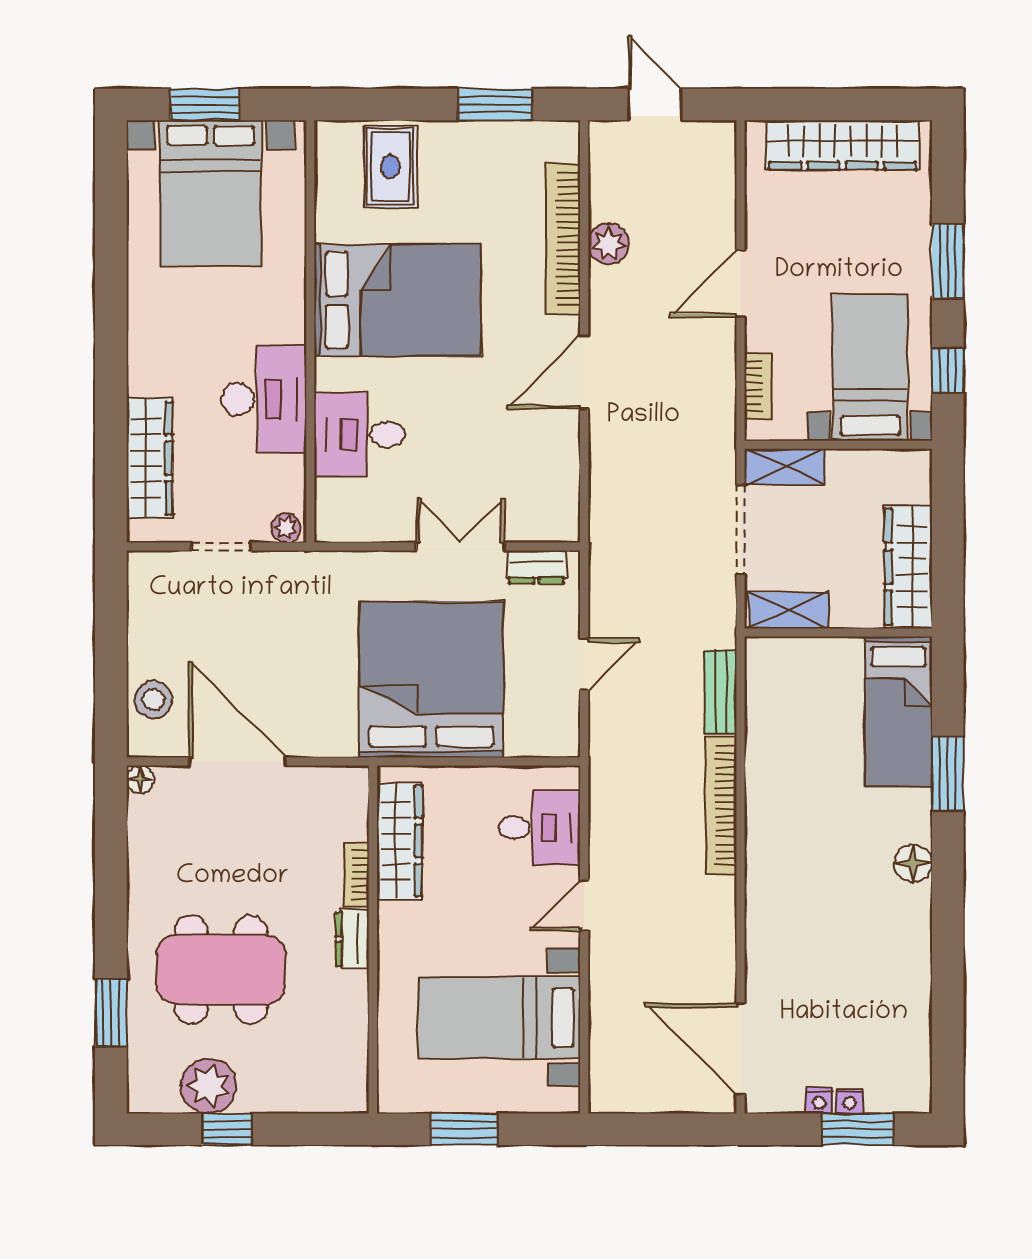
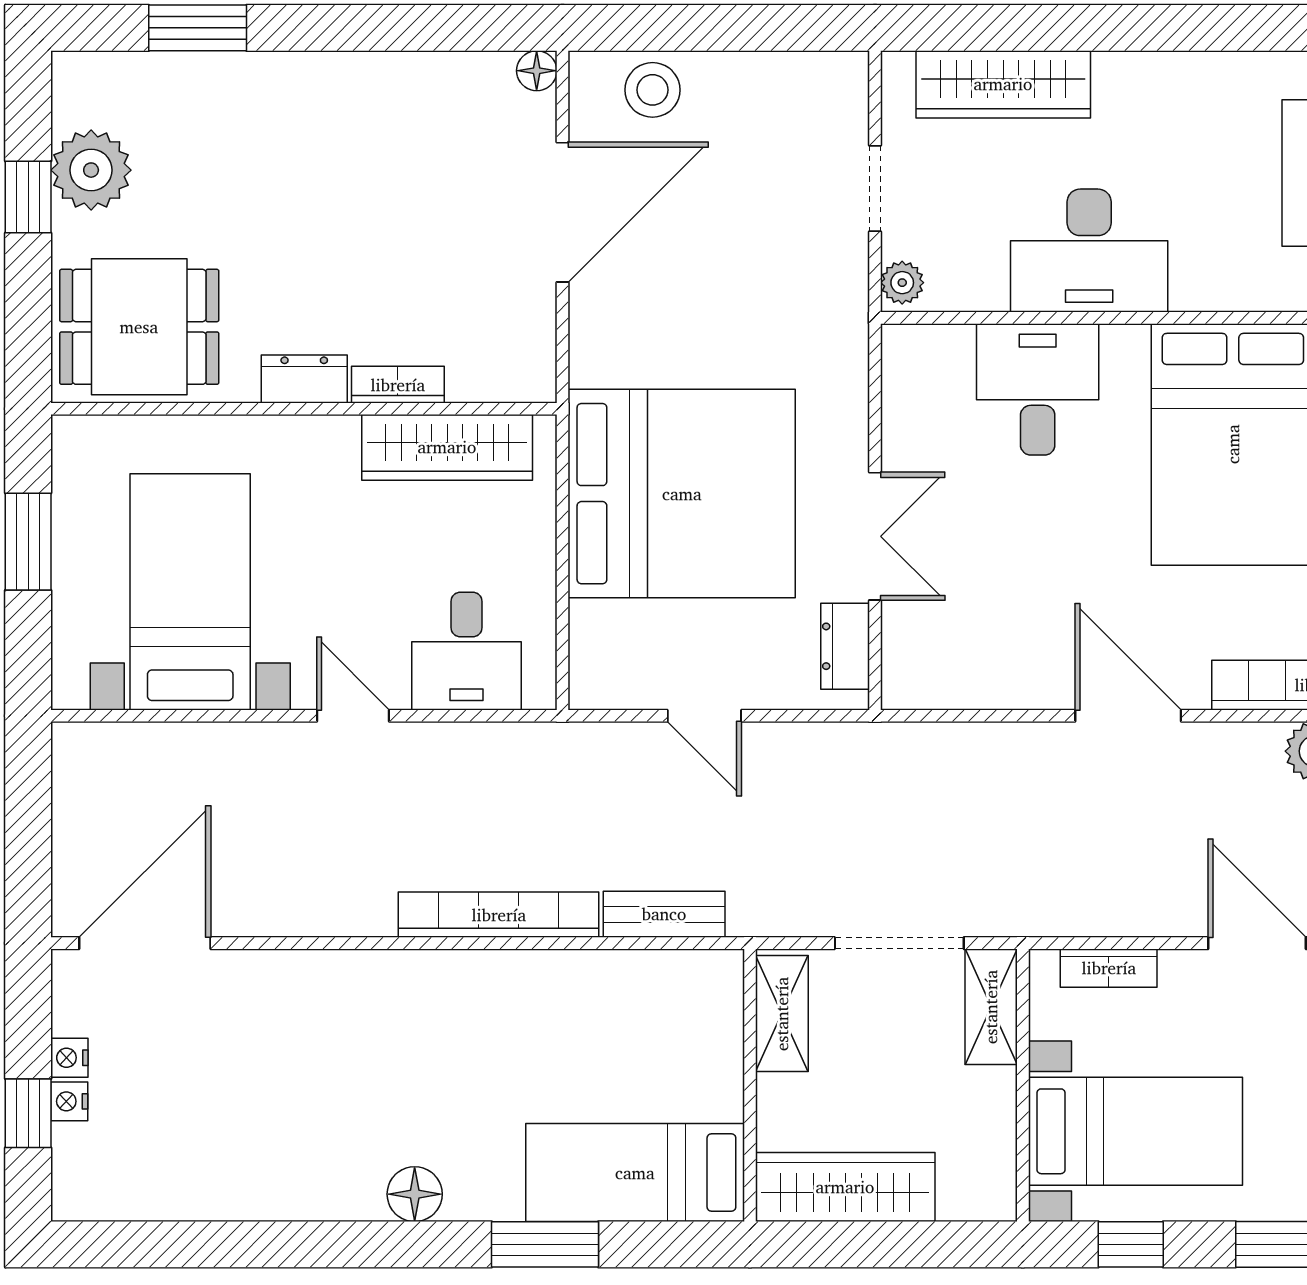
dining table: (221, 970) -> (139, 327), moved, width x0.73
window: (858, 1129) -> (28, 1113), width x0.67

